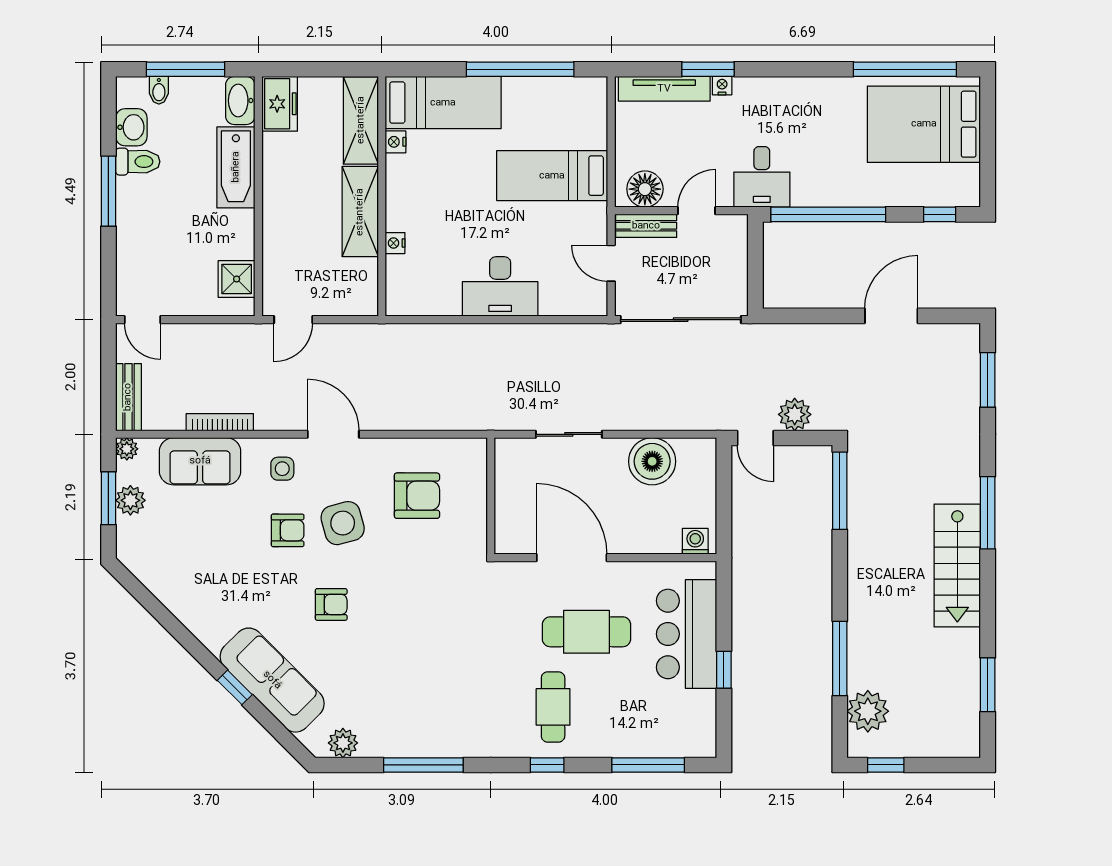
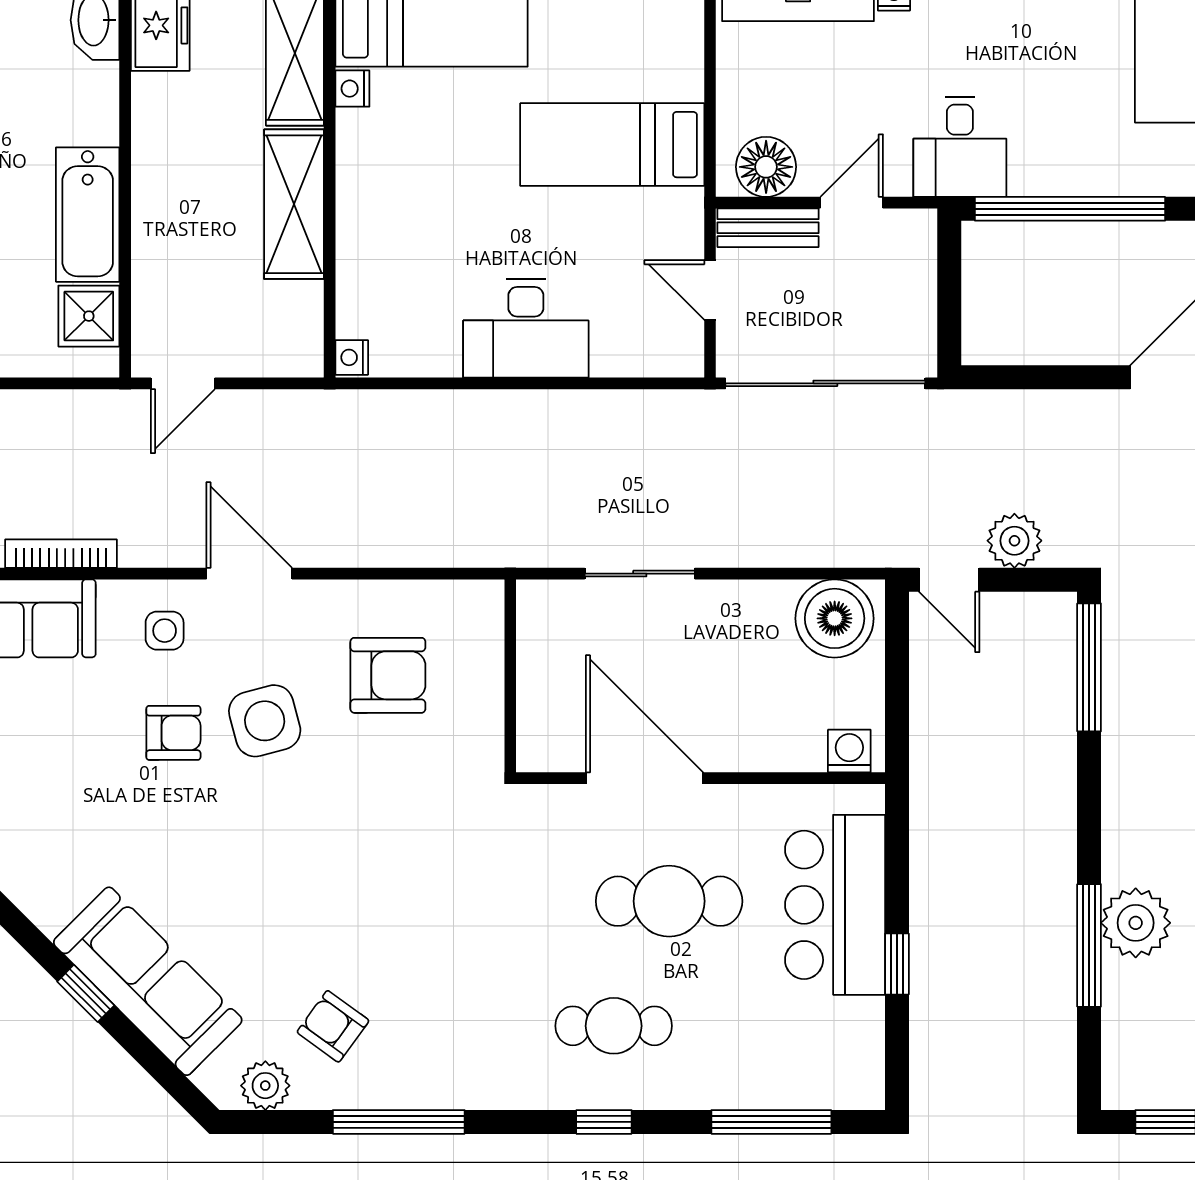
bathtub: (236, 167) -> (88, 215), moved
nightstand: (395, 243) -> (352, 357), moved
boiler: (652, 461) -> (835, 618), moved
armchair: (331, 604) -> (333, 1026), moved, turned -144
cafe table: (553, 707) -> (614, 1026), turned 90
plant: (868, 711) -> (1136, 923), moved

